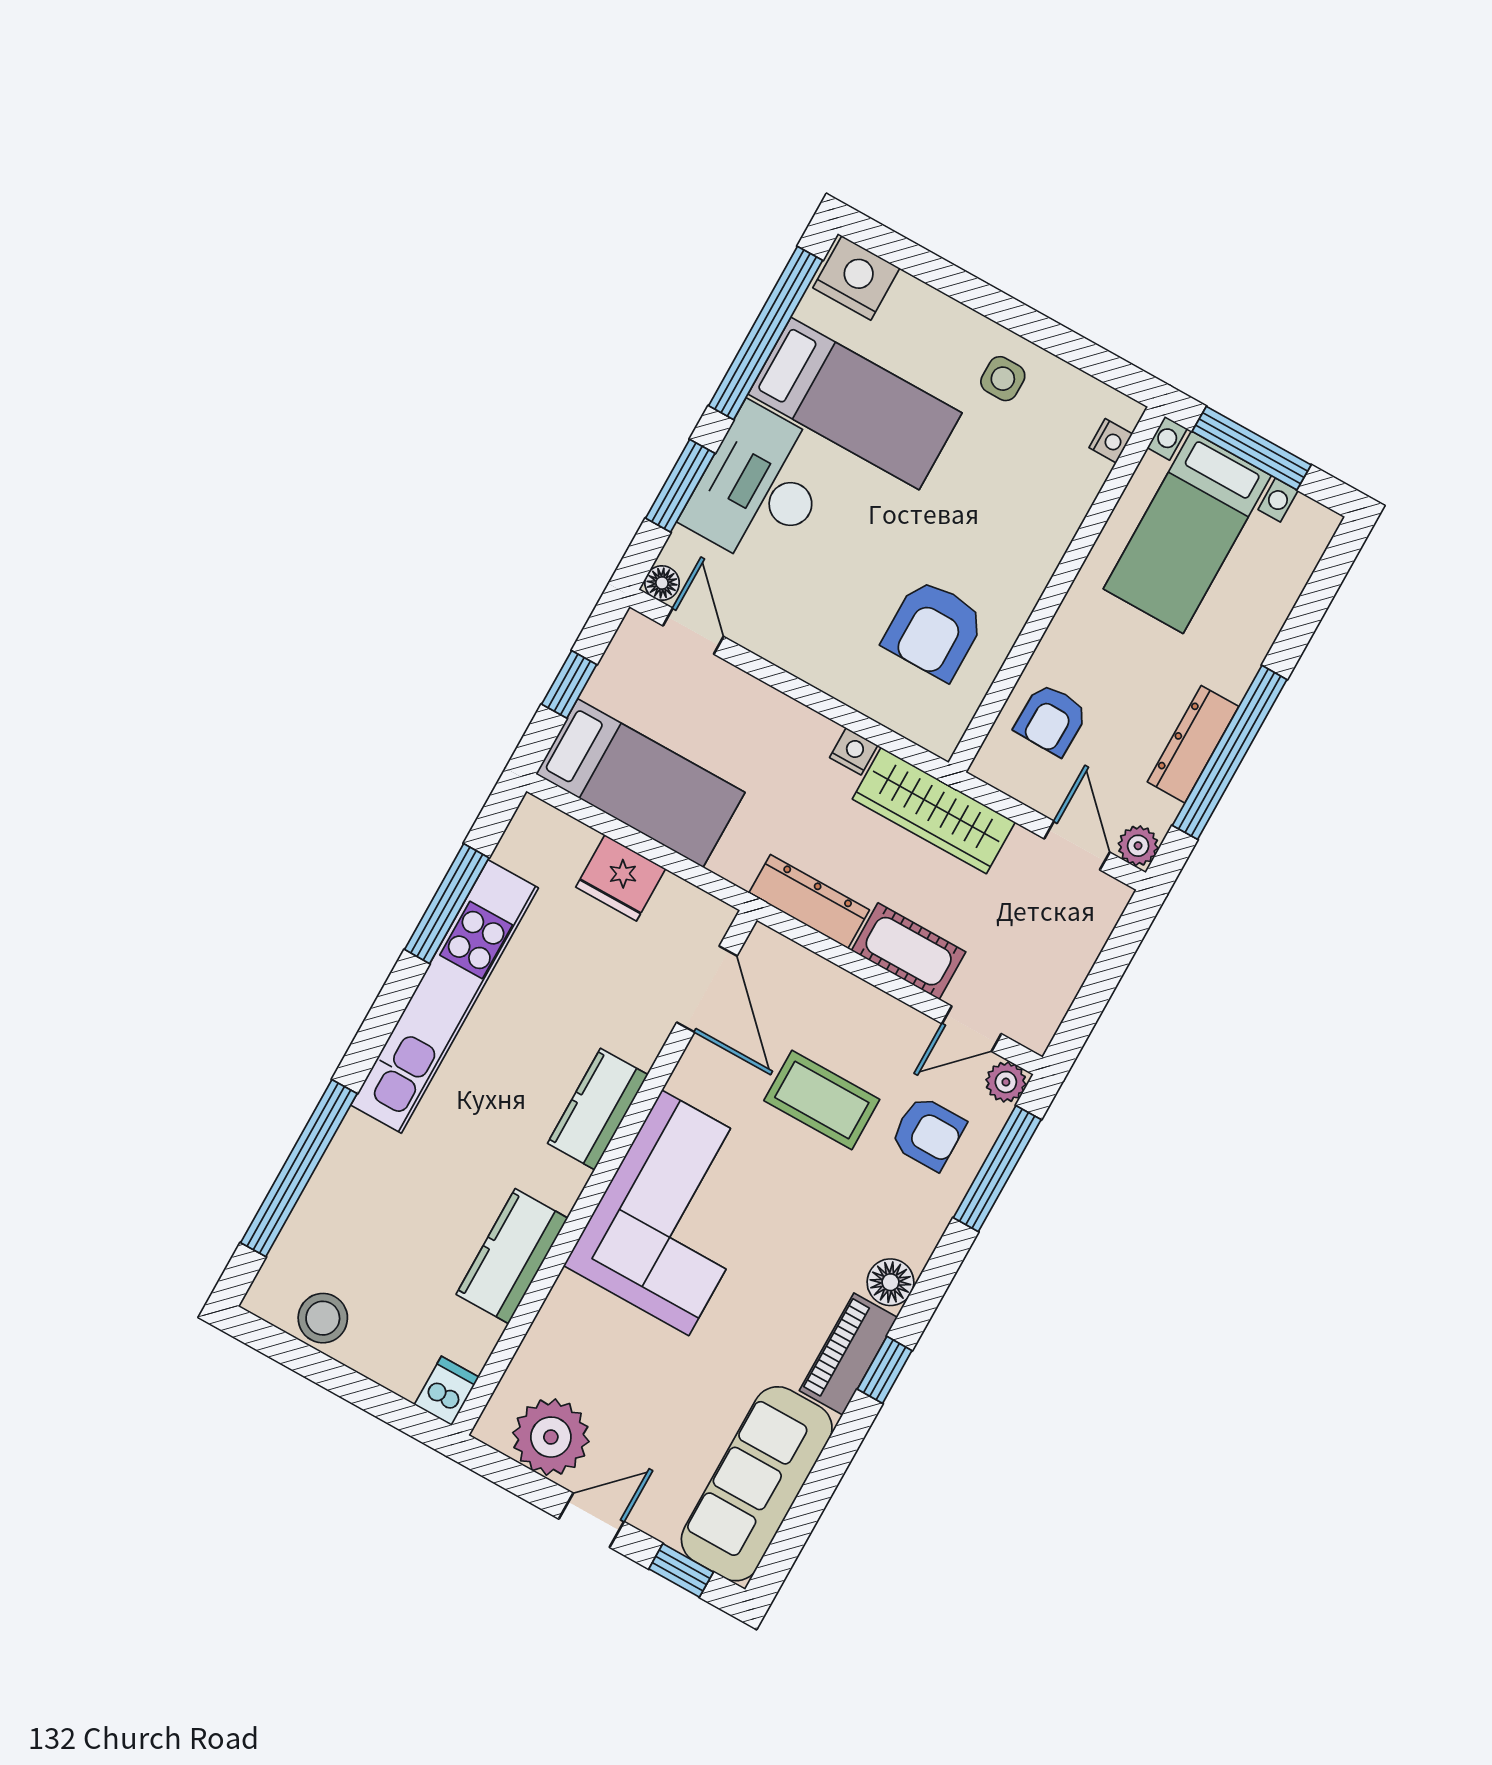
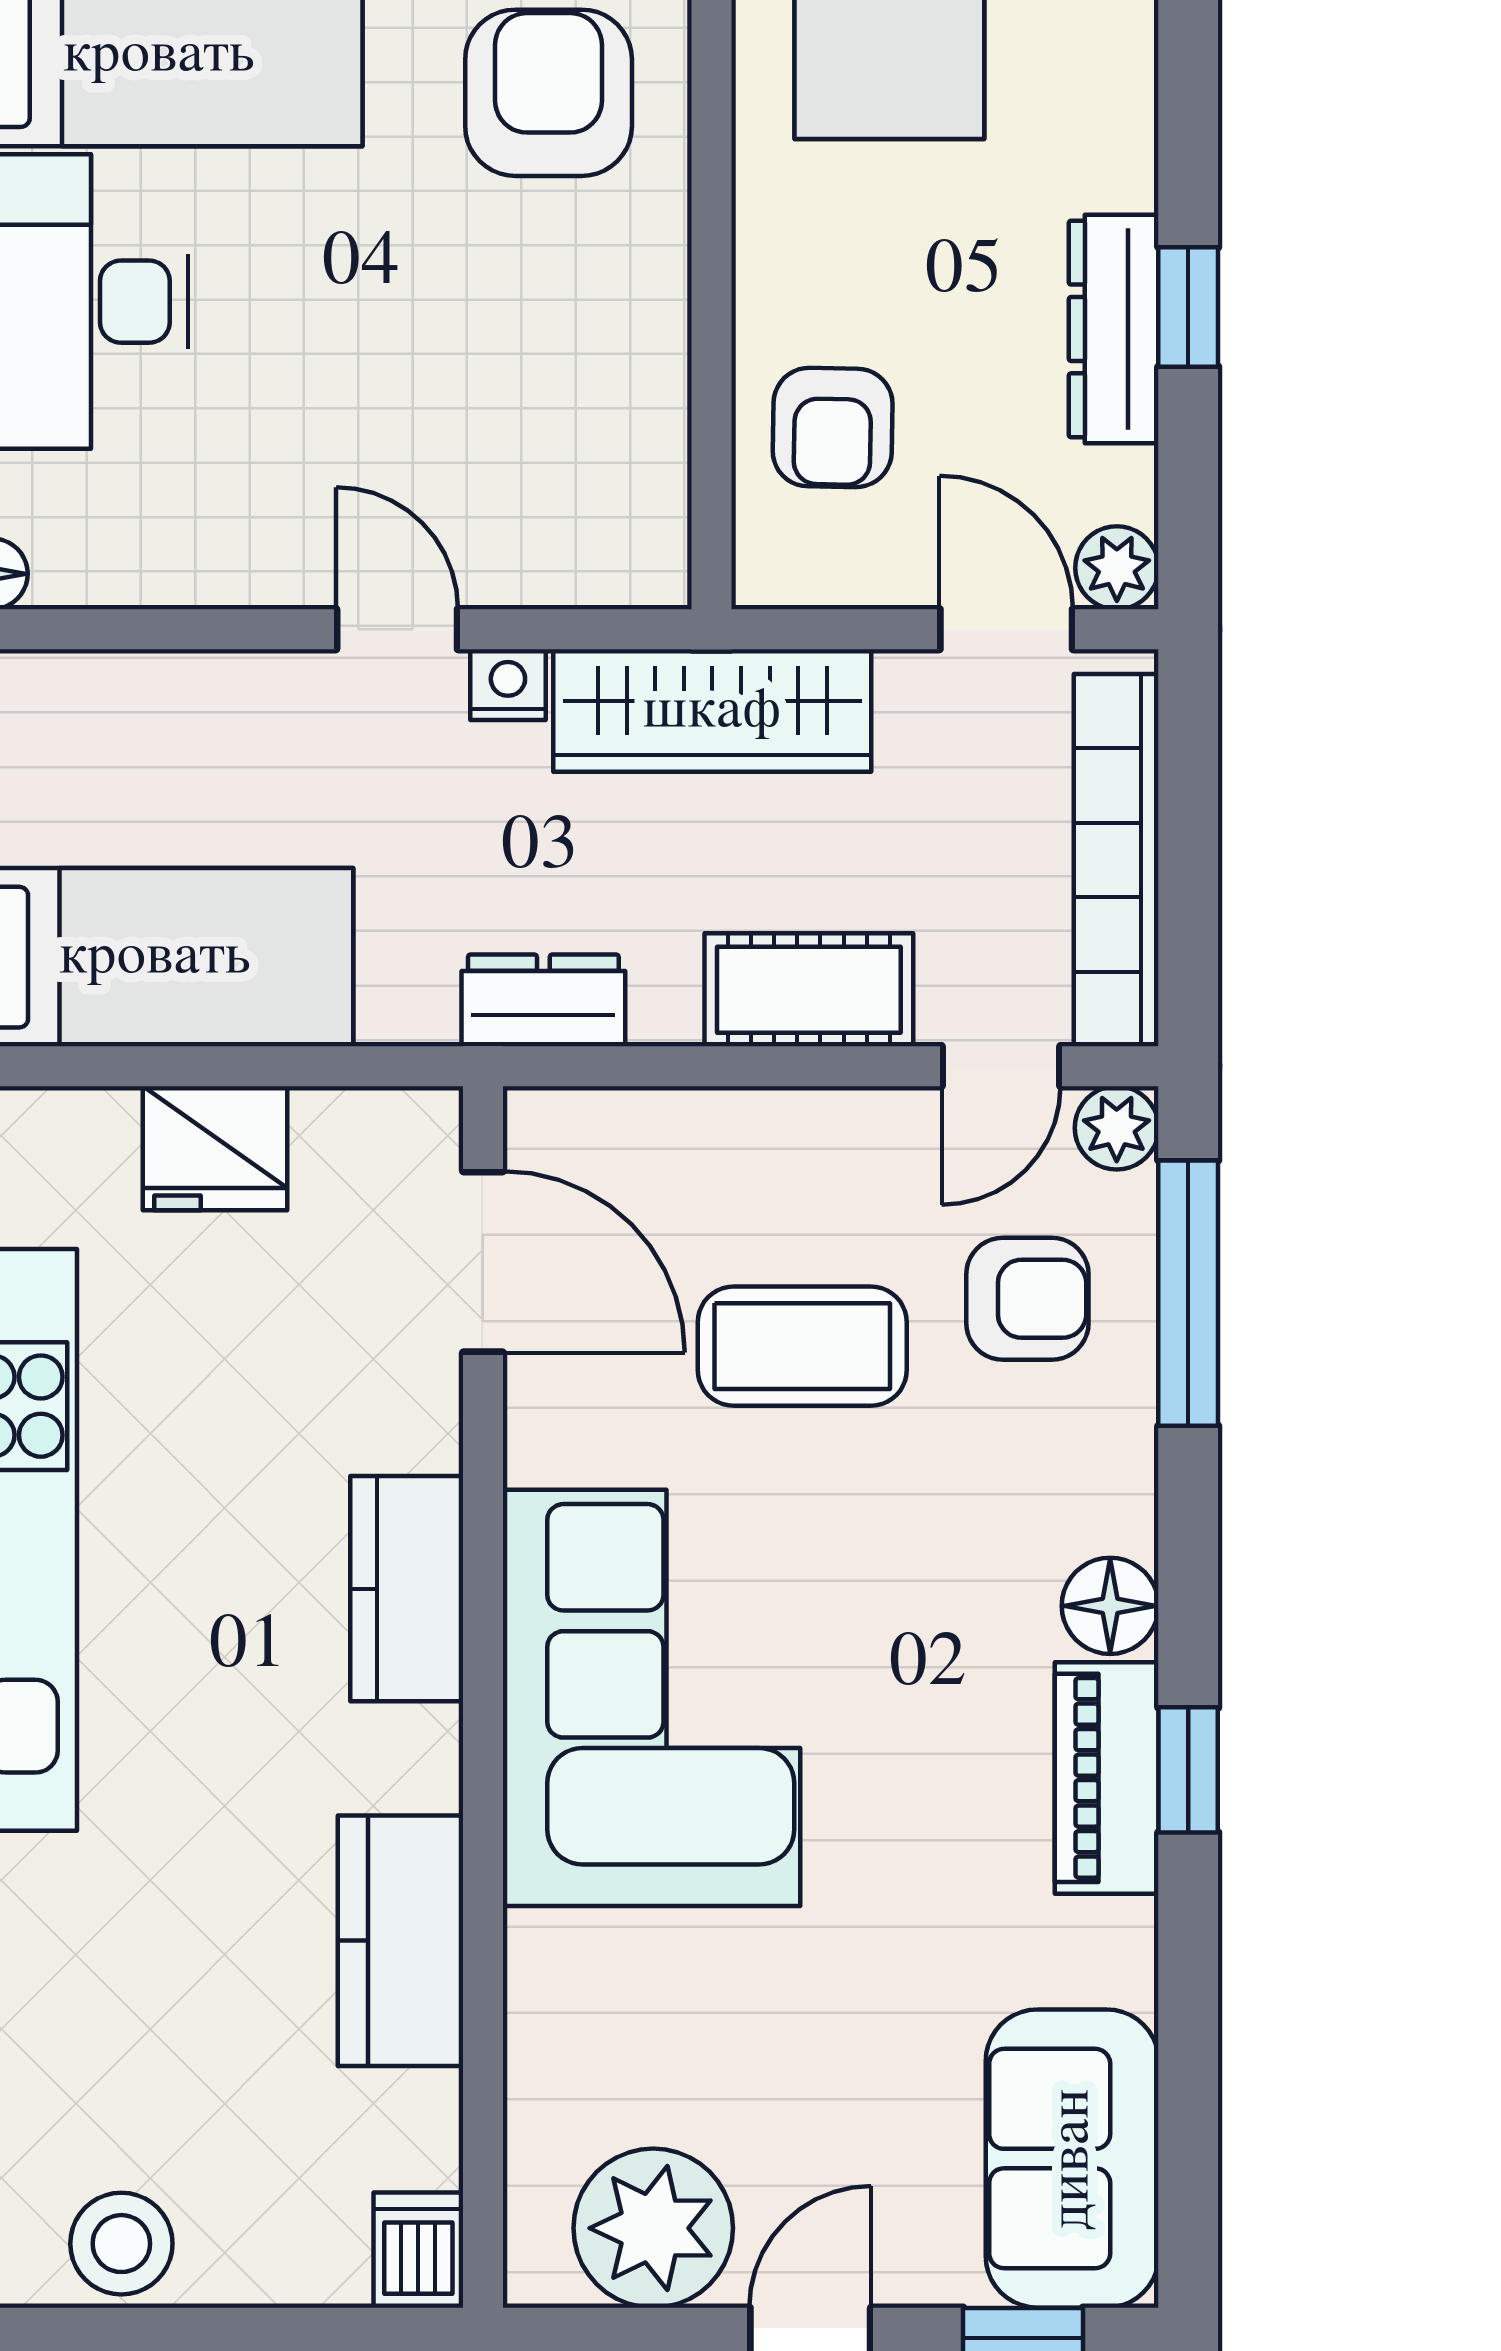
armchair: (934, 630) -> (549, 93), moved, turned 180
door: (693, 631) -> (397, 629), moved
window: (1230, 752) -> (1188, 307), width x0.32
dresser: (809, 901) -> (543, 1000), width x0.70
bookcase: (1069, 969) -> (1116, 860), added
sofa: (757, 1484) -> (1072, 2159), width x0.73

